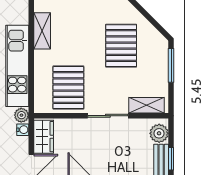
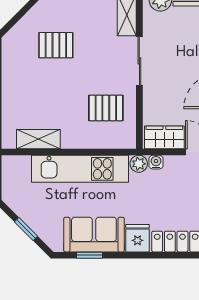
pallet: (121, 46) -> (56, 45), width x0.67, depth x0.71
pallet: (68, 88) -> (106, 108), width x0.67, depth x0.71

